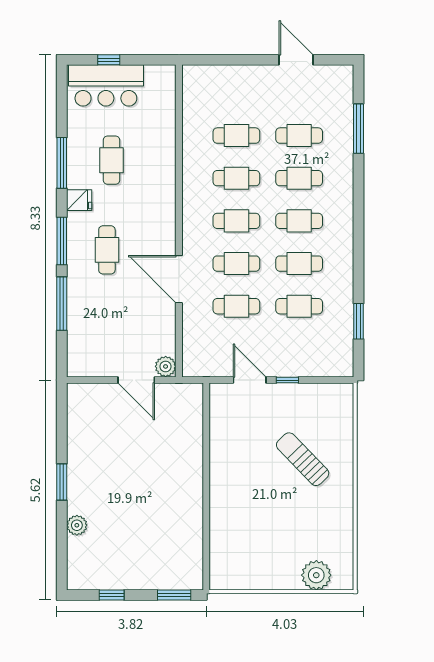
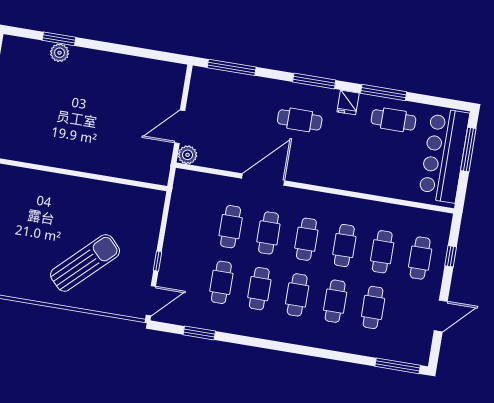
window: (109, 60) -> (468, 150), width x2.17
window: (229, 60) -> (451, 256), added
bar counter: (106, 85) -> (444, 155), width x1.36
cafe table: (236, 93) -> (420, 258), added
window: (359, 129) -> (398, 366), moved
cafe table: (111, 160) -> (393, 120), moved
window: (62, 304) -> (232, 67), moved
door: (250, 380) -> (151, 301), moved
sun lounger: (303, 459) -> (85, 263), width x1.36, depth x1.34
window: (62, 482) -> (59, 39), moved

